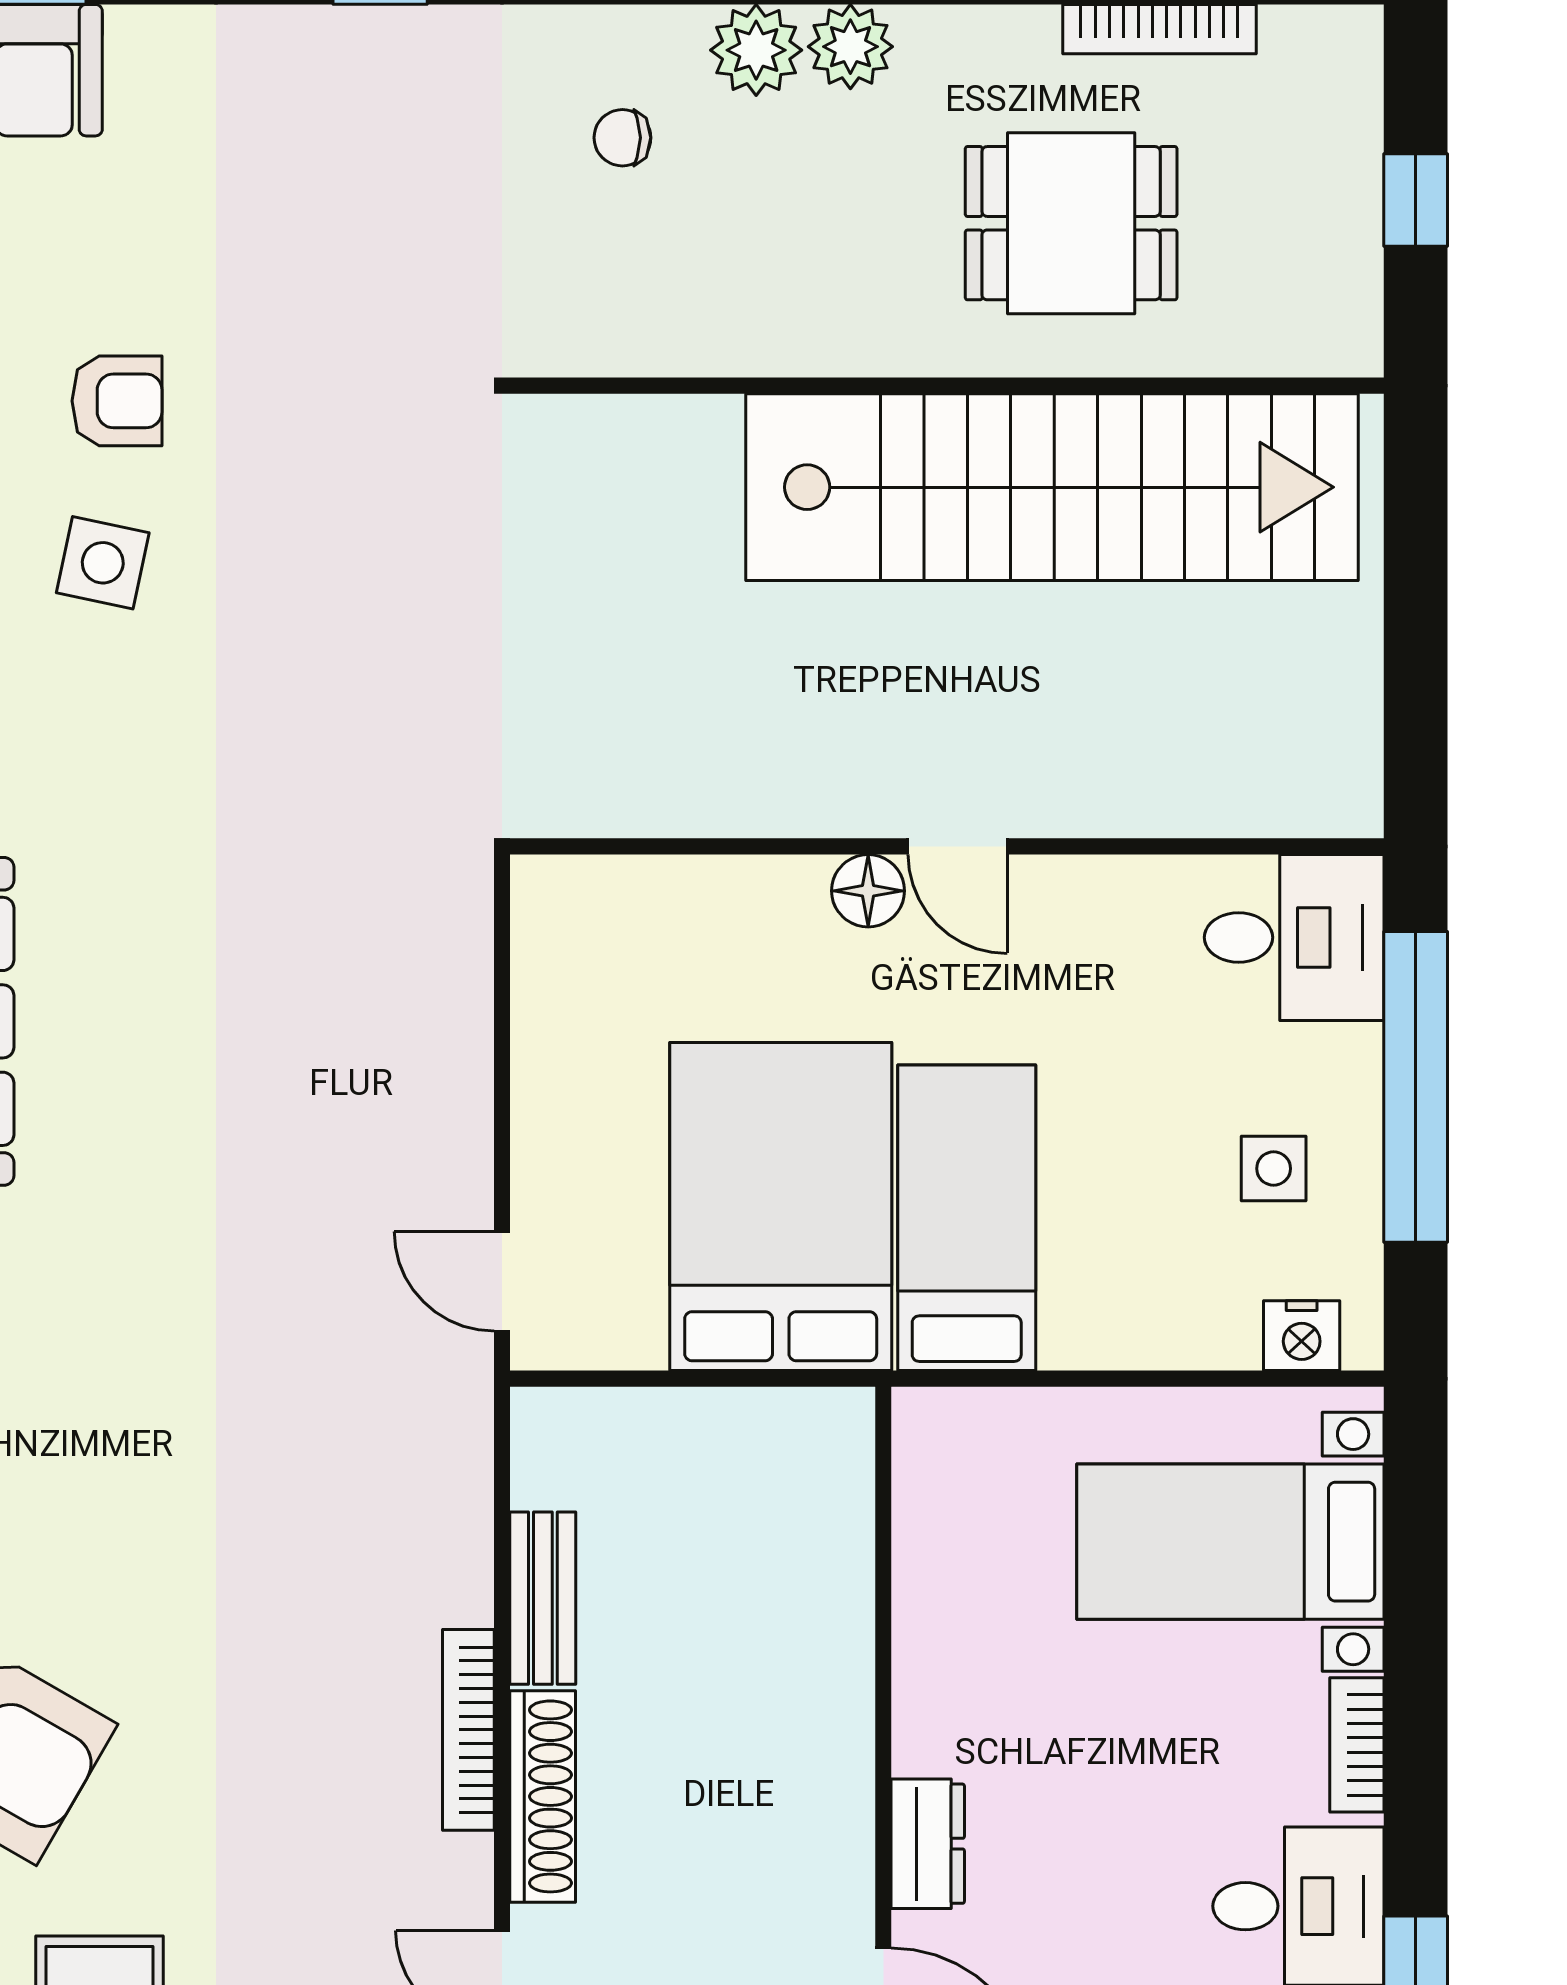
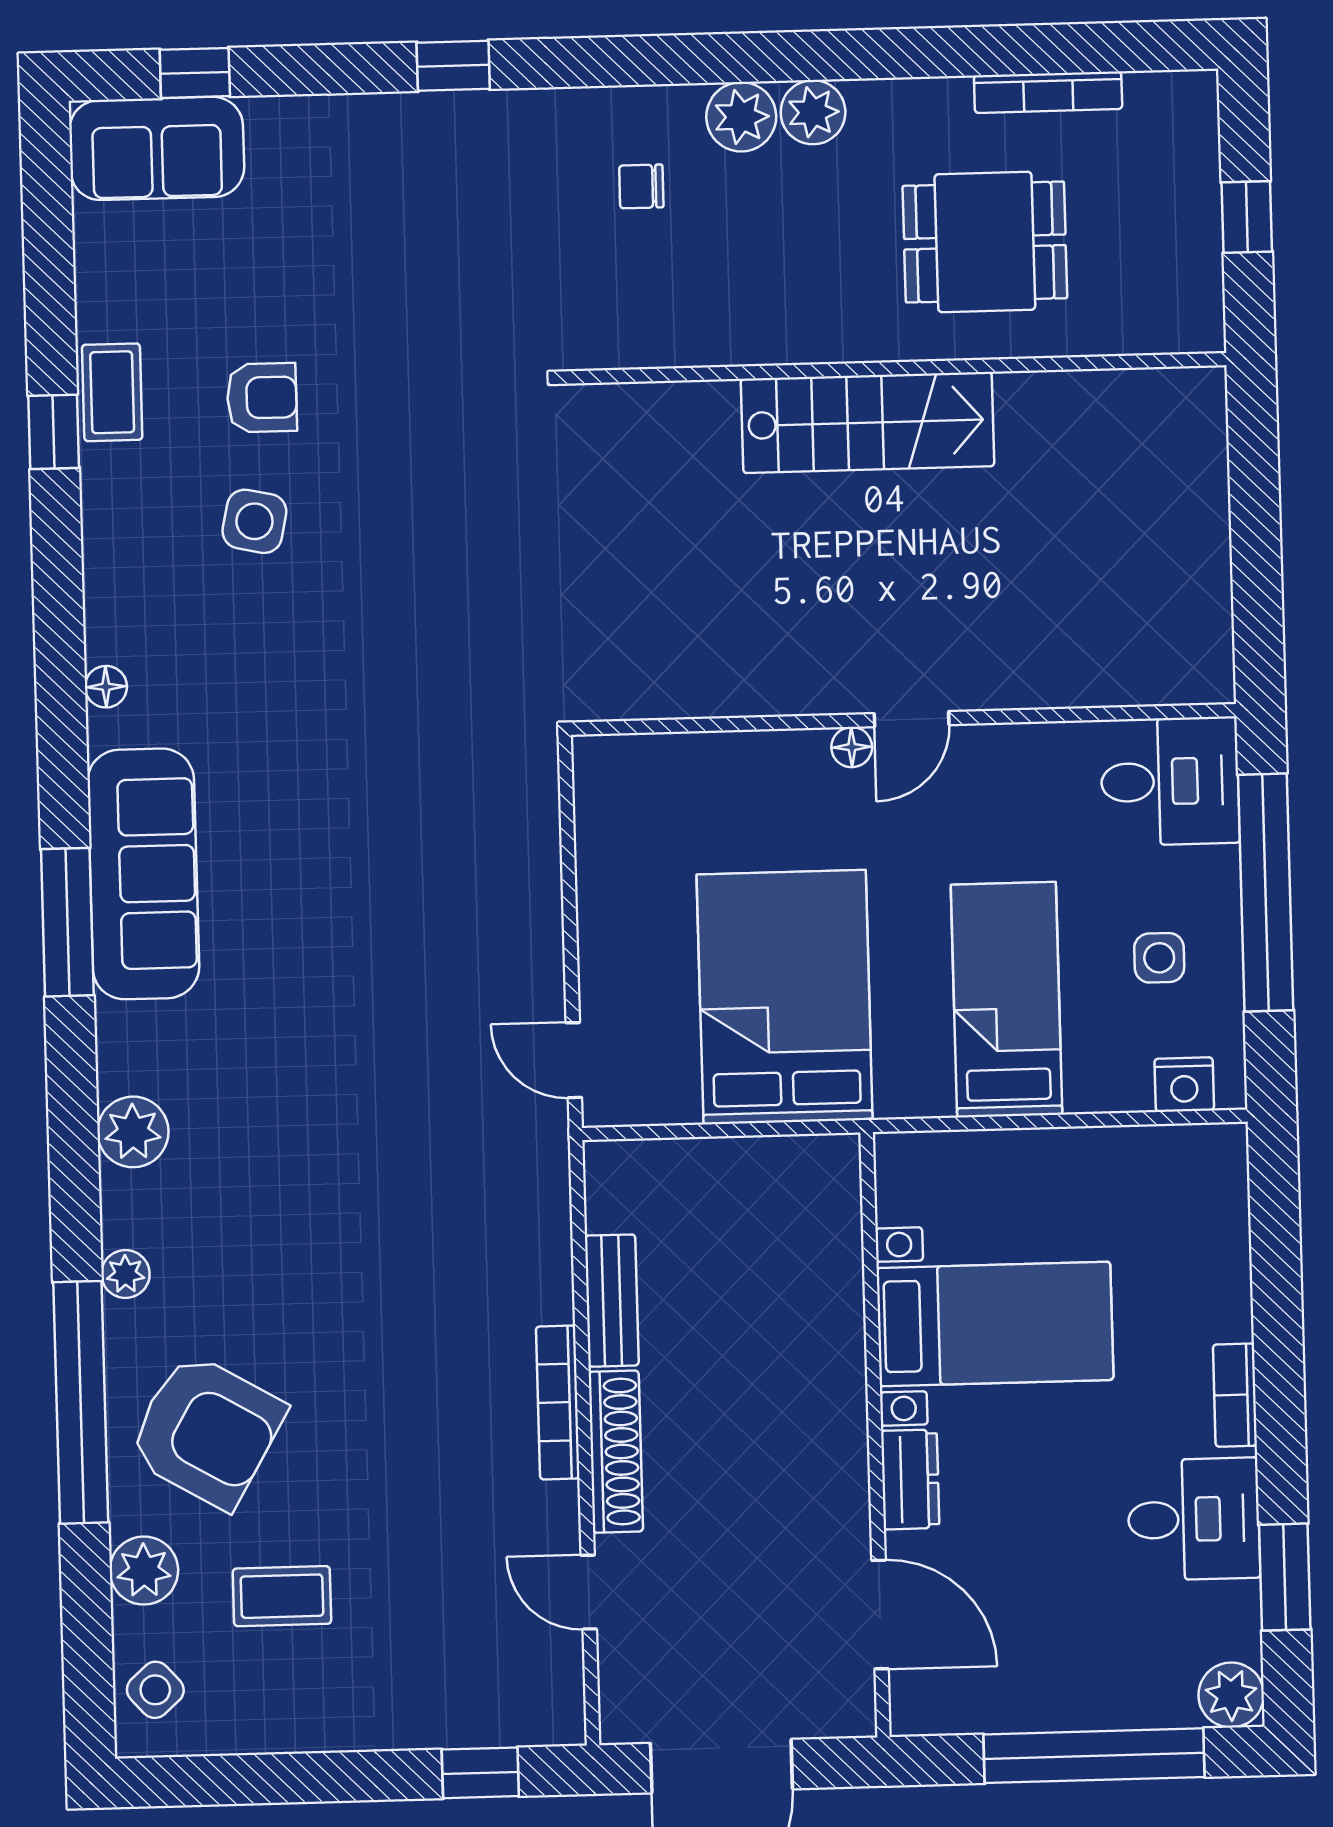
stairs: (1052, 487) -> (868, 423), width x0.54, depth x0.66
door: (957, 846) -> (912, 719), hinge flipped
floor lamp: (868, 891) -> (852, 747), width x0.73, depth x0.73
bed: (967, 1218) -> (1007, 1000), moved
bed with nightstands: (1230, 1542) -> (995, 1324), moved, turned 180

